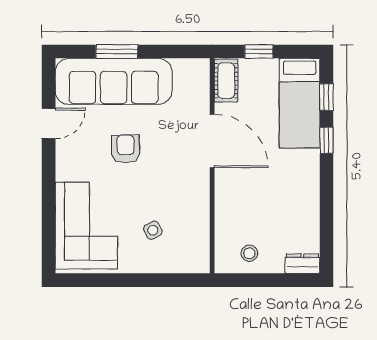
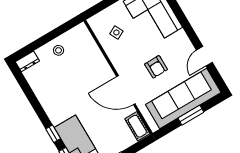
cot: (226, 81) -> (137, 126), moved
door: (212, 141) -> (126, 90), moved
wall: (212, 166) -> (118, 77), moved

